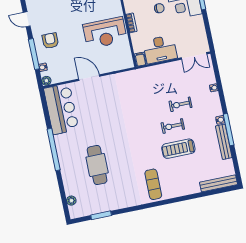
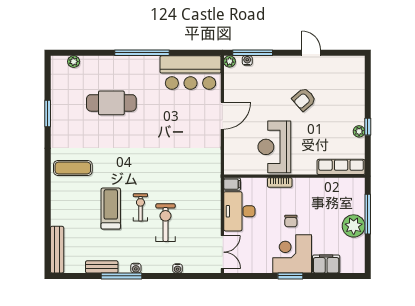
door: (27, 19) -> (311, 53), hinge flipped
armchair: (50, 41) -> (304, 99), moved, turned 139
window: (34, 54) -> (253, 53), moved
double door: (194, 56) -> (222, 252), swing flipped
exercise bike: (181, 104) -> (166, 223), width x1.38, depth x1.39
bench: (224, 142) -> (102, 267), width x0.73
window: (101, 215) -> (48, 113), moved

